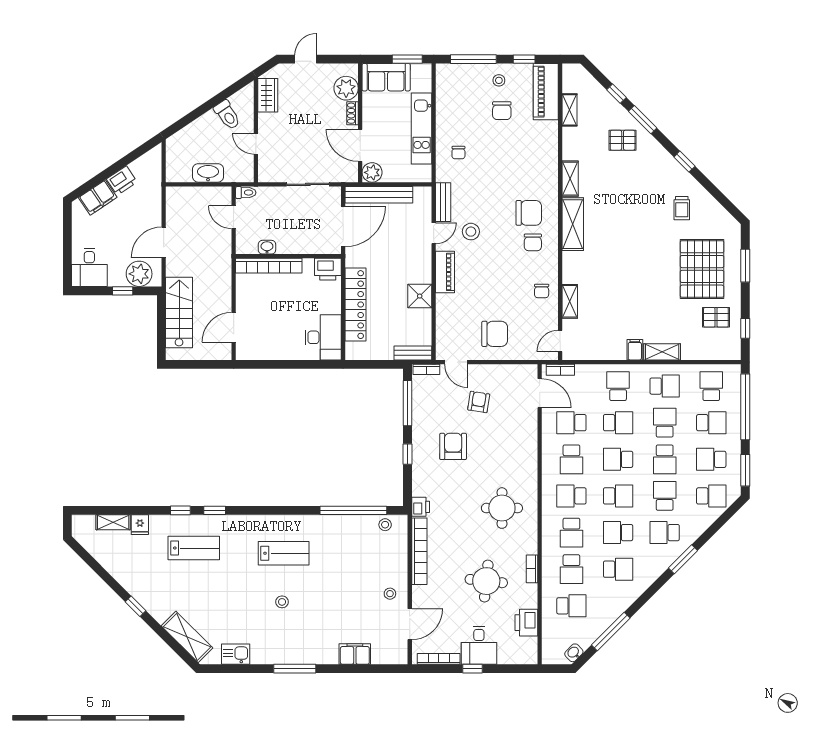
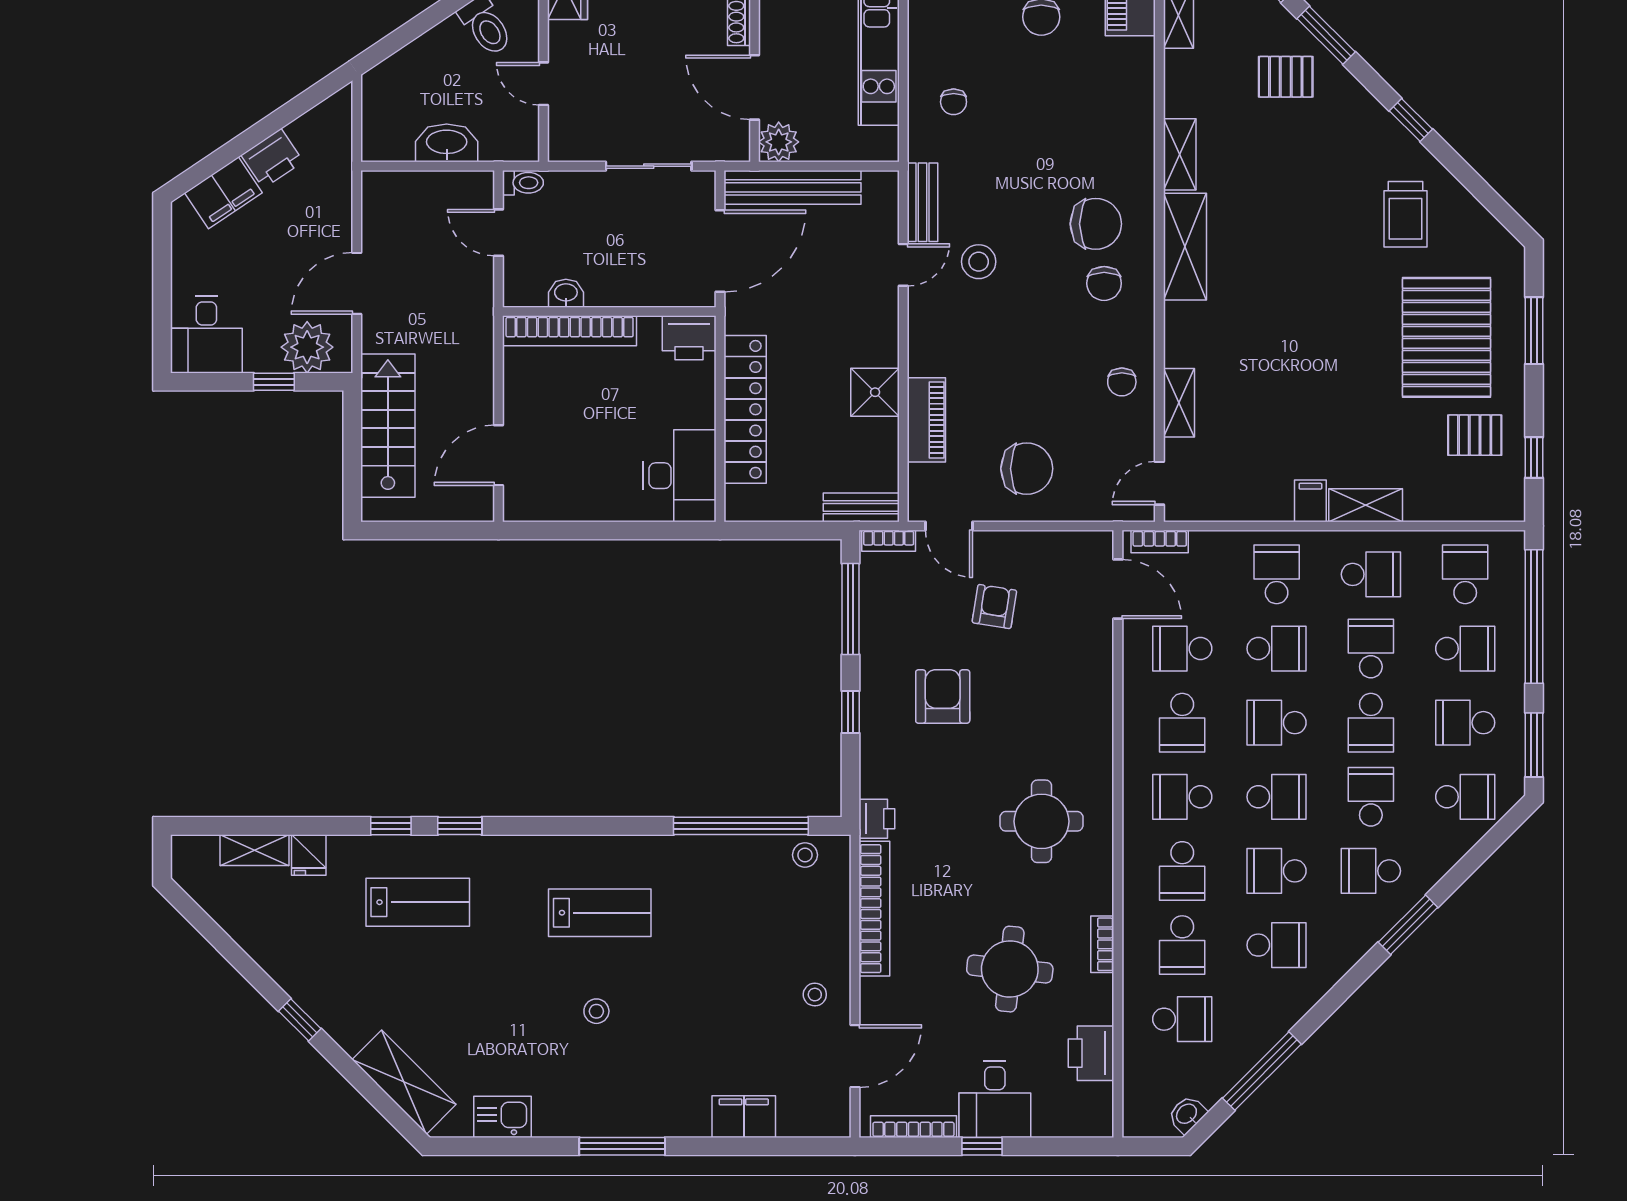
trolley: (682, 208) -> (1406, 214), width x1.36, depth x1.39
piano: (445, 272) -> (926, 420), moved

